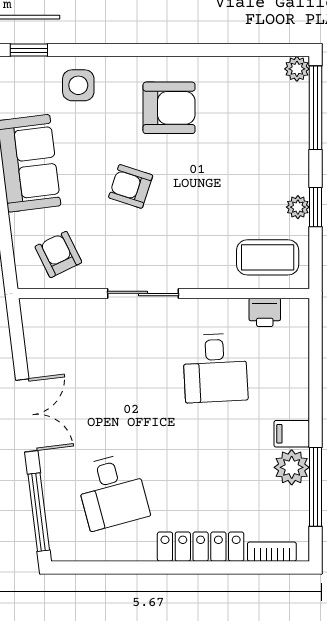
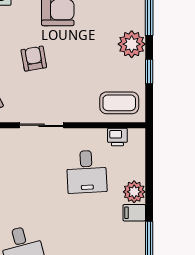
armchair: (131, 186) -> (34, 59), turned 62
plant: (298, 207) -> (132, 44), moved, width x1.87, depth x1.87
plant: (292, 467) -> (134, 192), moved

